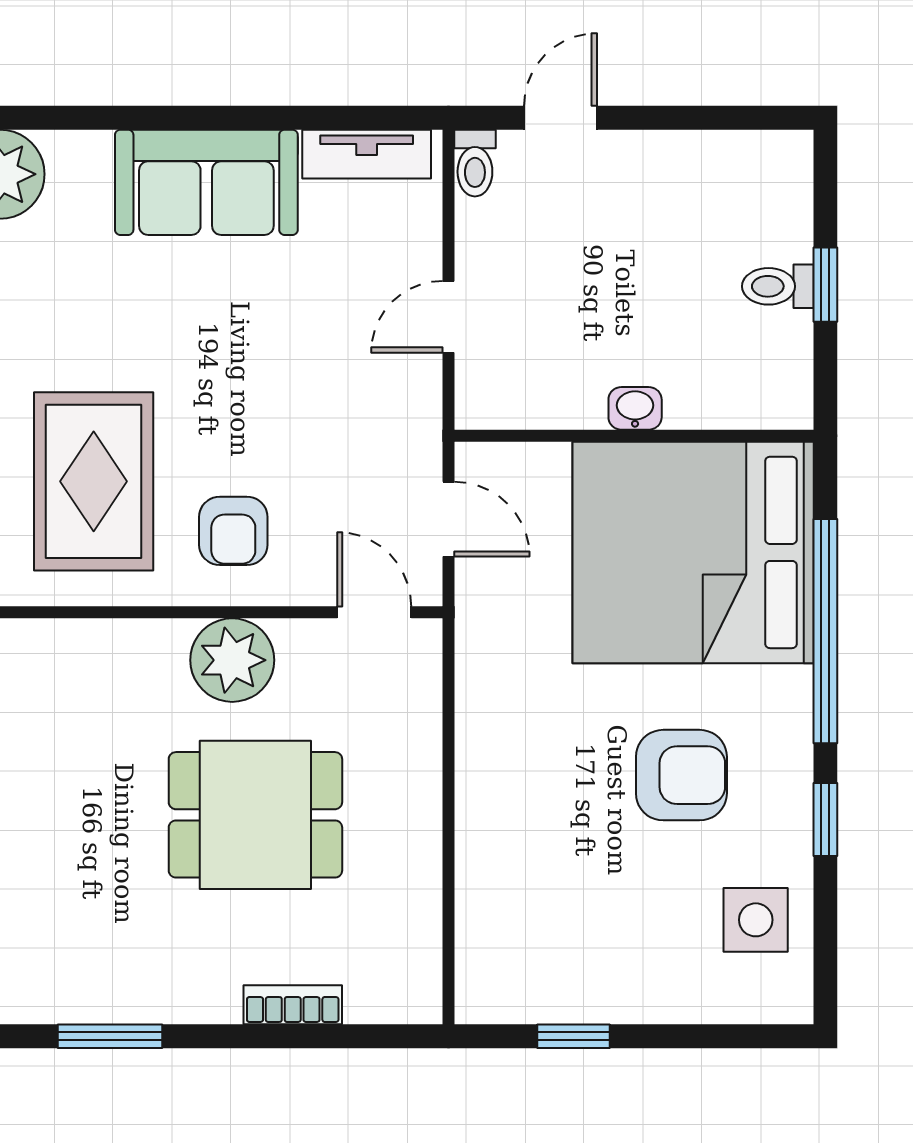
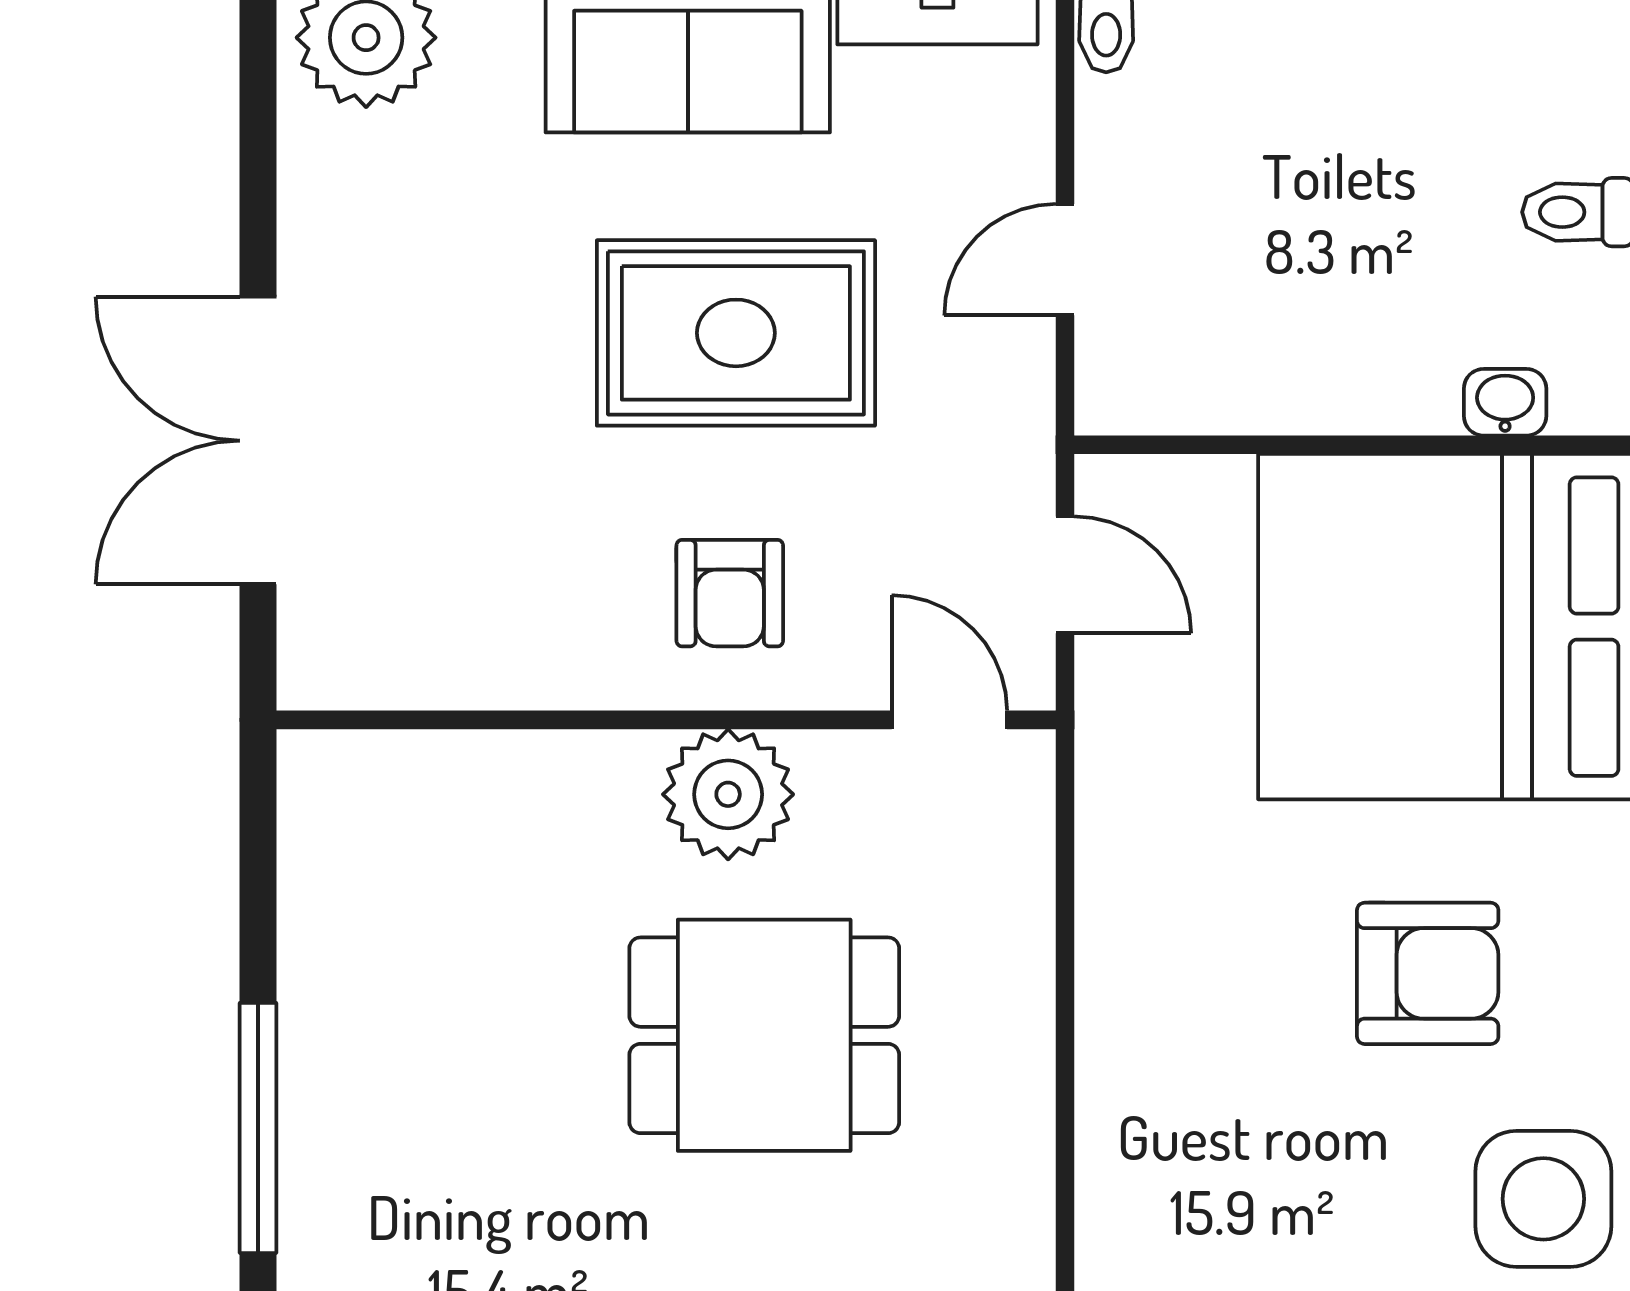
washbasin: (635, 408) -> (1505, 402), moved
rug: (94, 481) -> (736, 333), moved, turned 90
side table: (756, 920) -> (1543, 1199), width x1.37, depth x1.37

